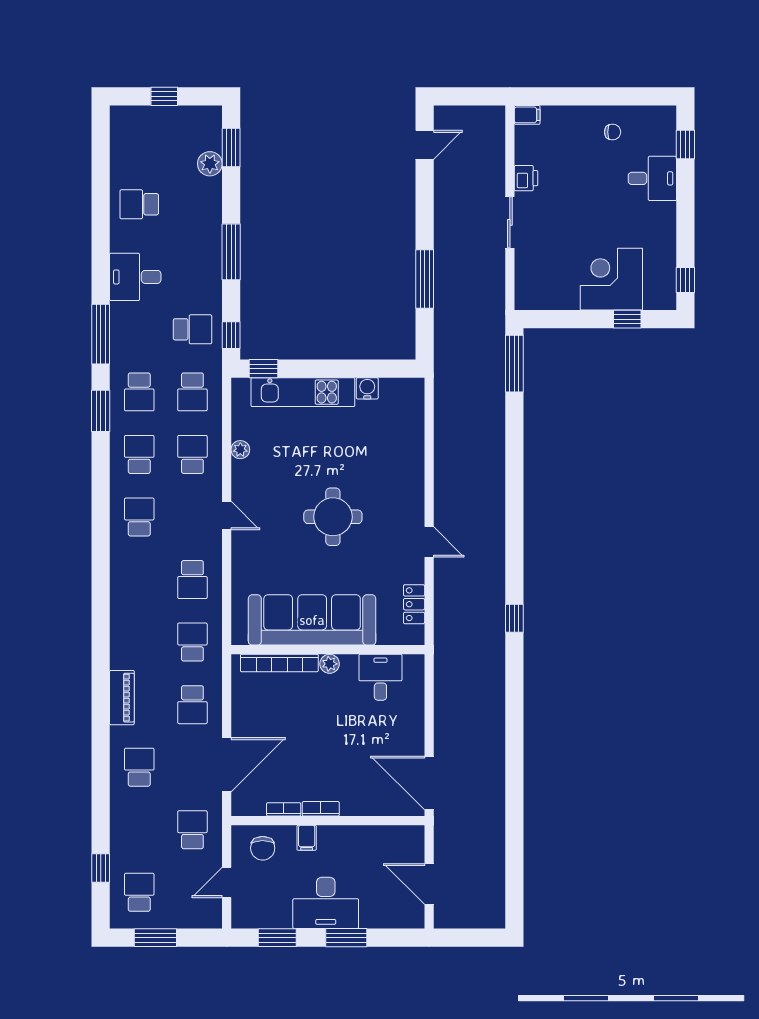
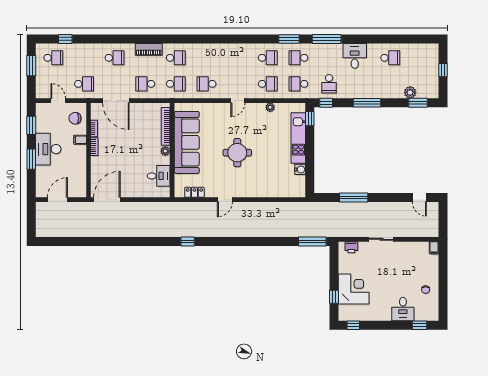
printer: (526, 178) -> (351, 247), moved
school desk: (139, 204) -> (390, 58), turned 90
school desk: (139, 517) -> (176, 58), moved

